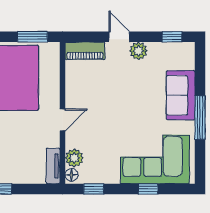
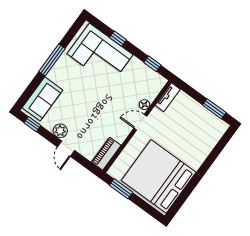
piano: (85, 51) -> (106, 154), moved, turned -90
sofa: (181, 95) -> (42, 99), moved
plant: (74, 158) -> (151, 93), removed
floor lamp: (71, 175) -> (144, 105), moved

